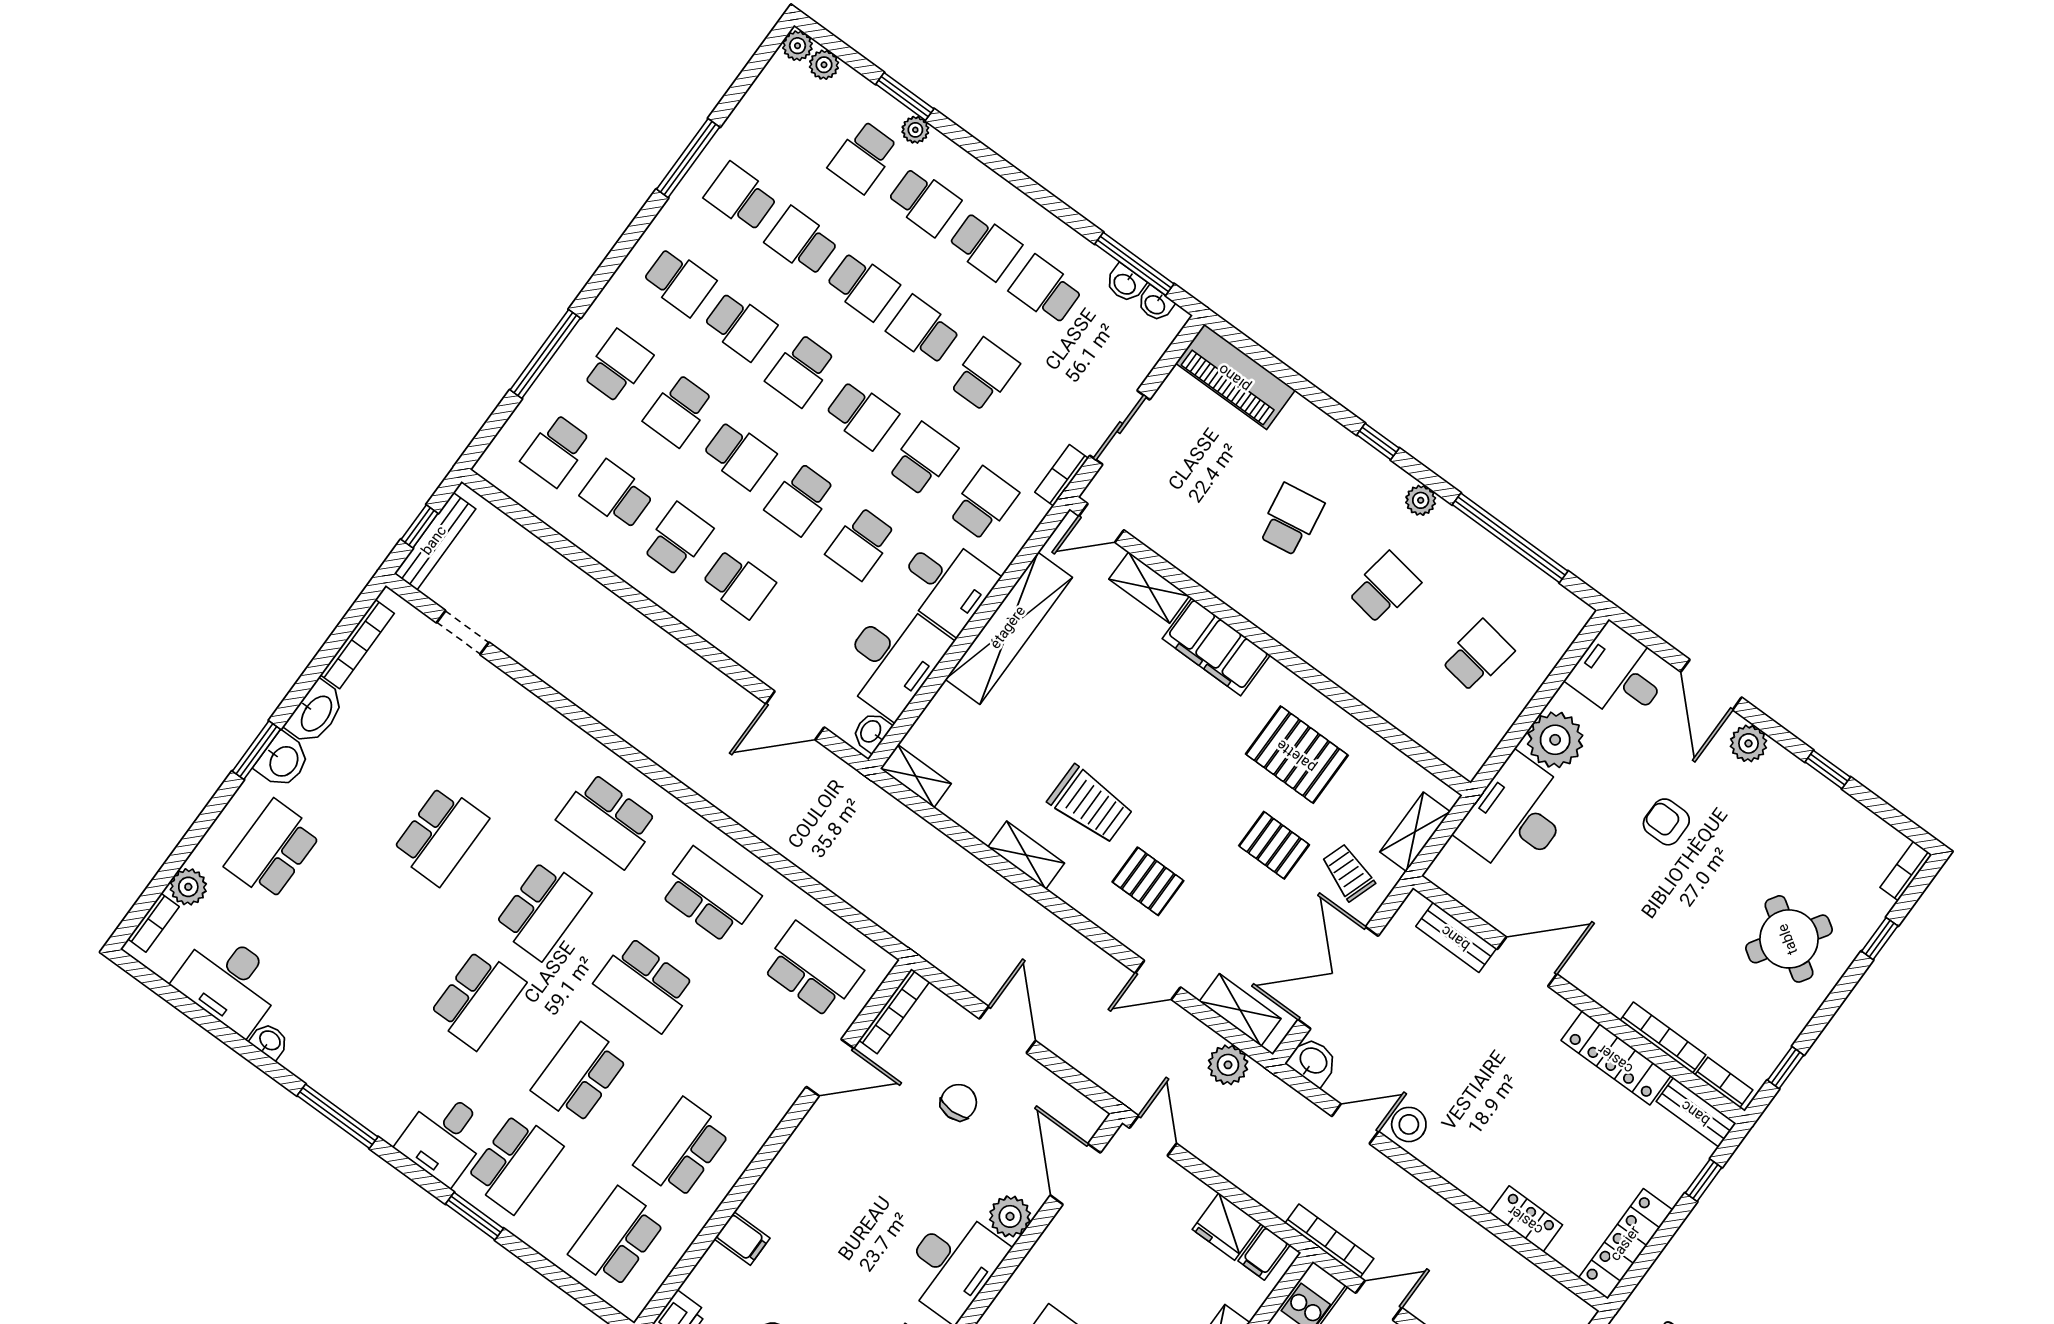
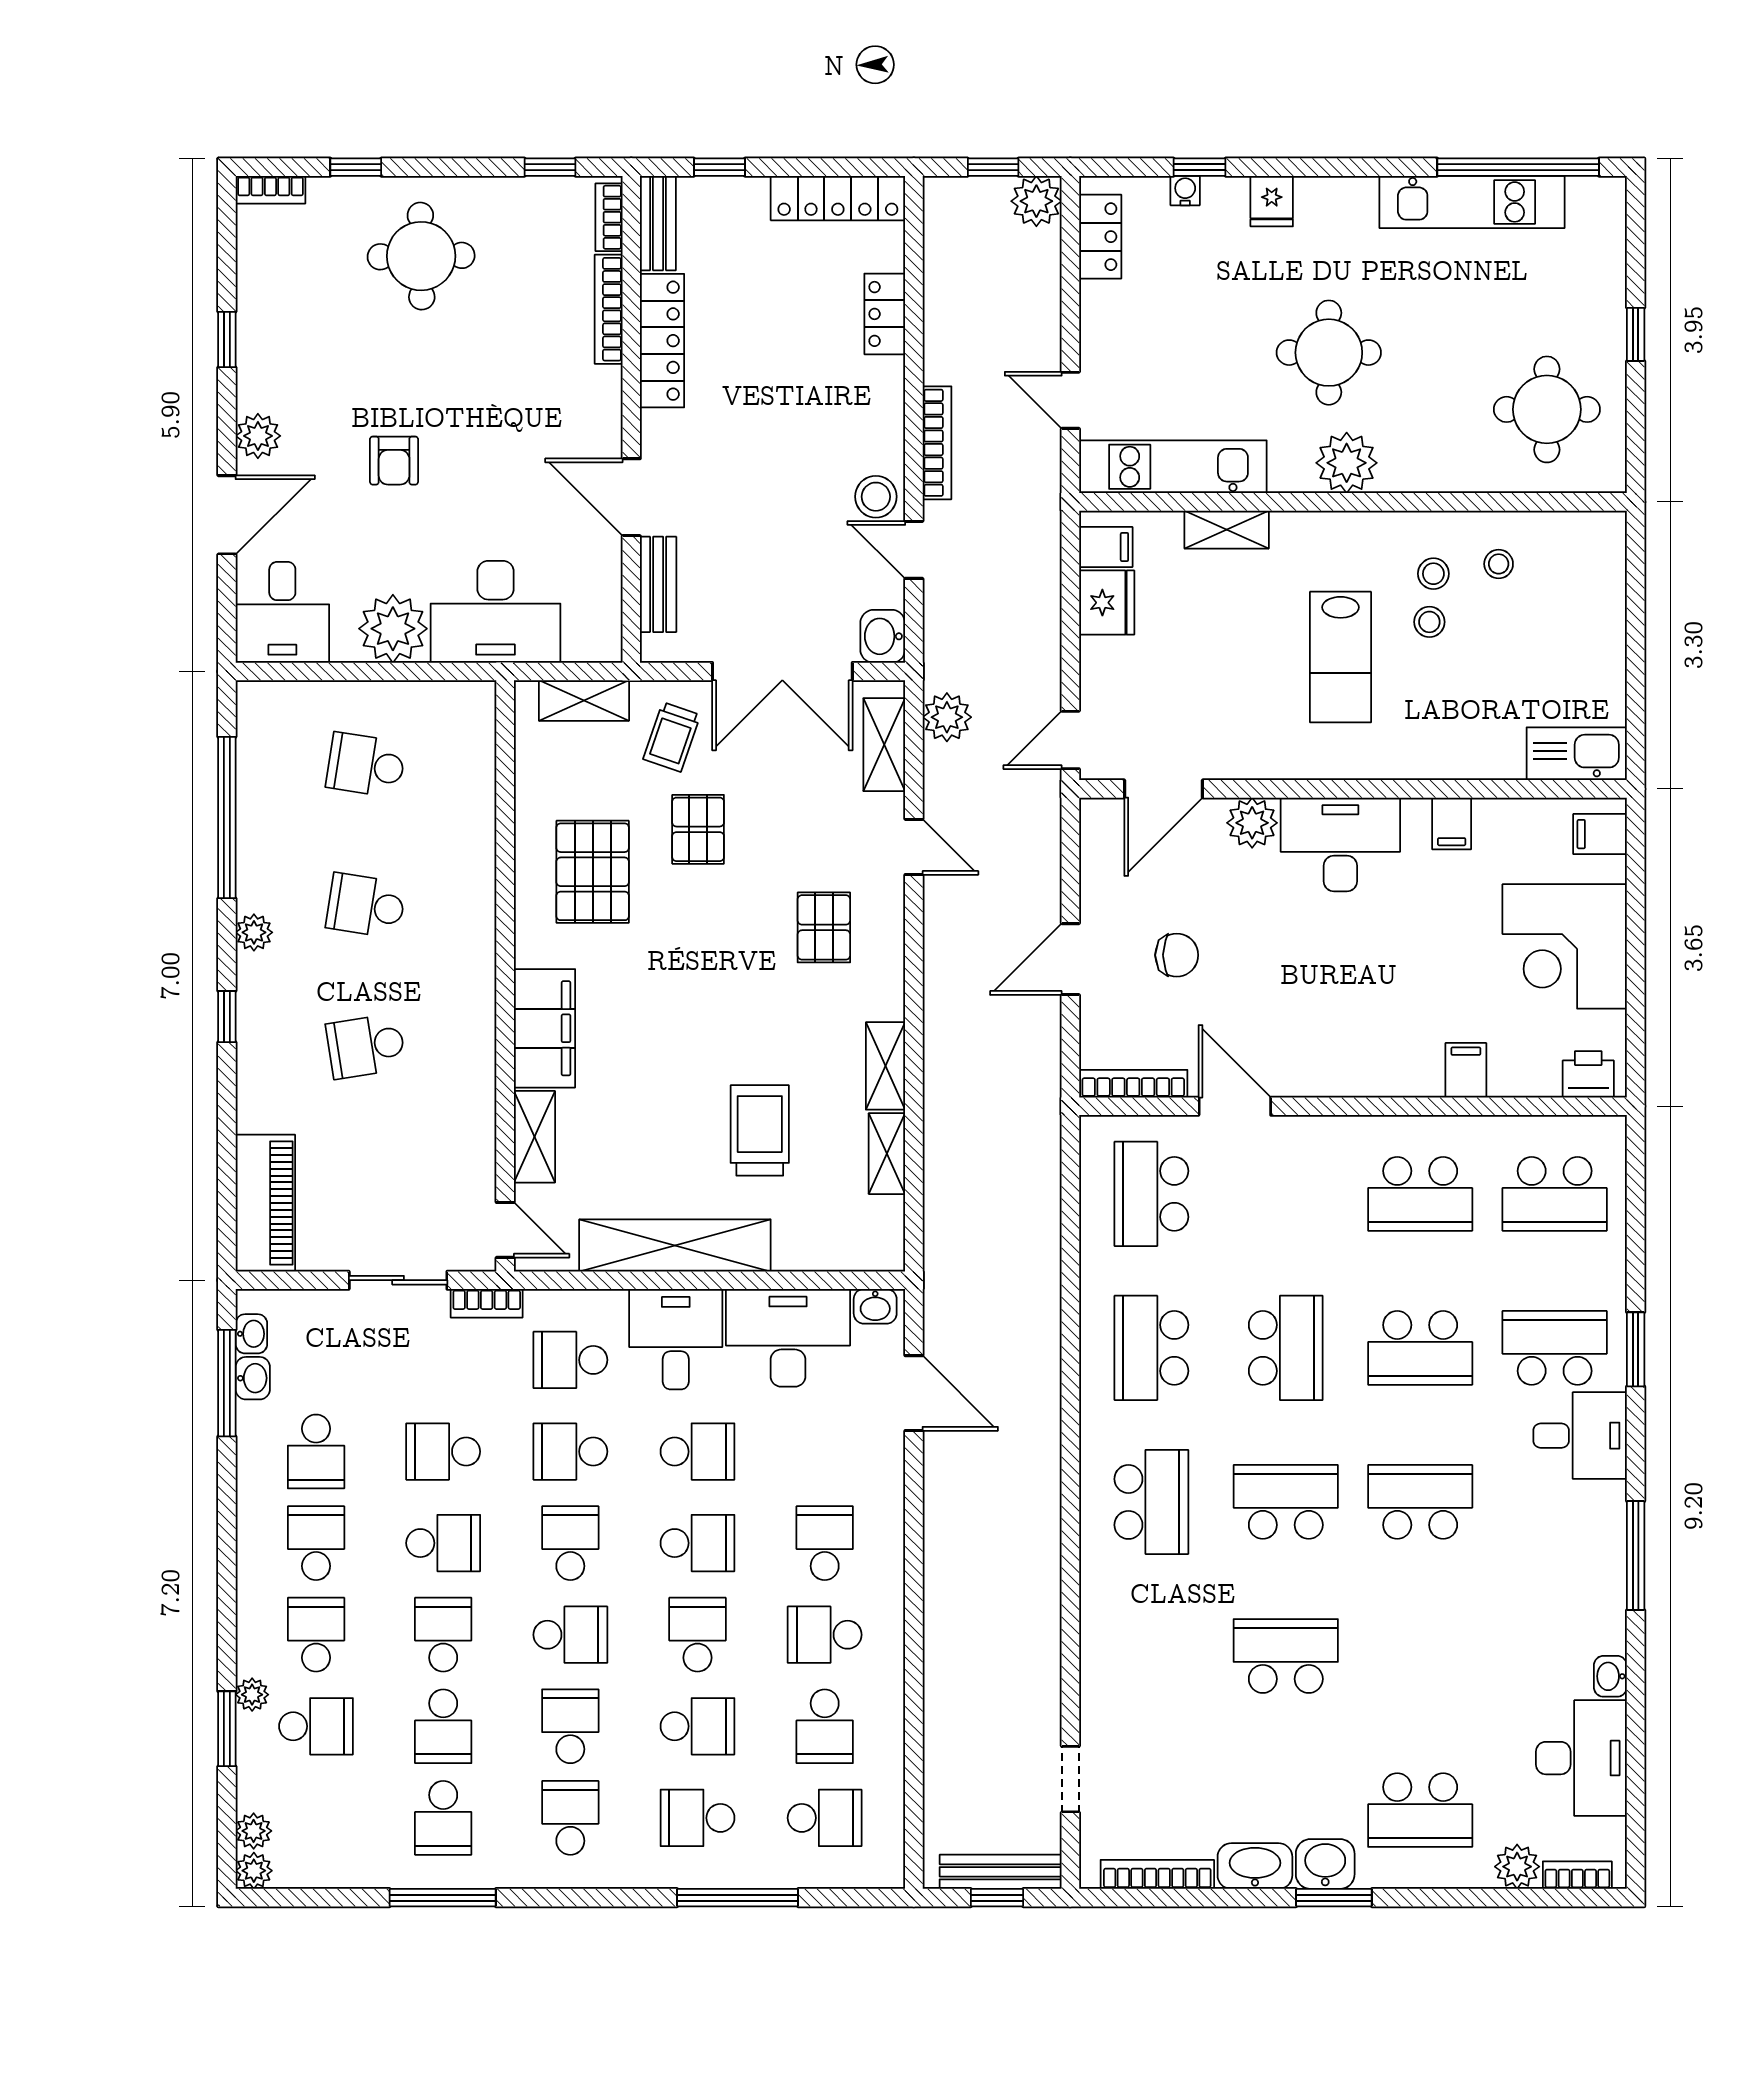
school desk: (923, 330) -> (443, 1543), turned -90
shelving: (916, 776) -> (887, 1154), moved
trolley: (1090, 804) -> (760, 1130), moved
round table: (1789, 939) -> (421, 256), turned -34
chair: (959, 1102) -> (1177, 955), turned 180
bookcase: (1329, 1241) -> (937, 443), moved, turned 180

